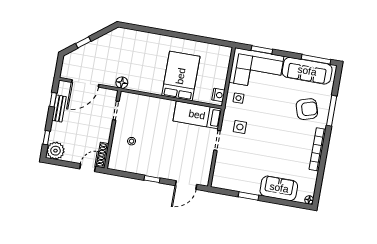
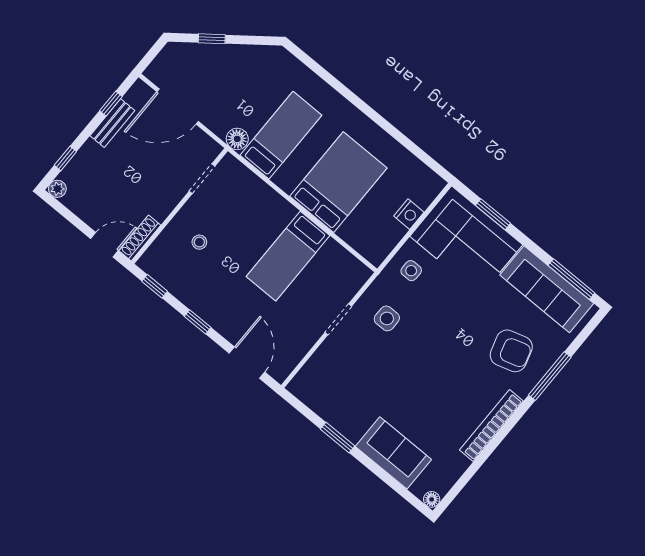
bed: (141, 69) -> (281, 135), added
nightstand: (218, 95) -> (409, 214), moved
bed: (197, 115) -> (288, 256), moved, turned -90
plant: (55, 151) -> (57, 189), width x0.53, depth x0.53
window: (122, 174) -> (155, 286), added
door: (186, 185) -> (247, 363), swing flipped

